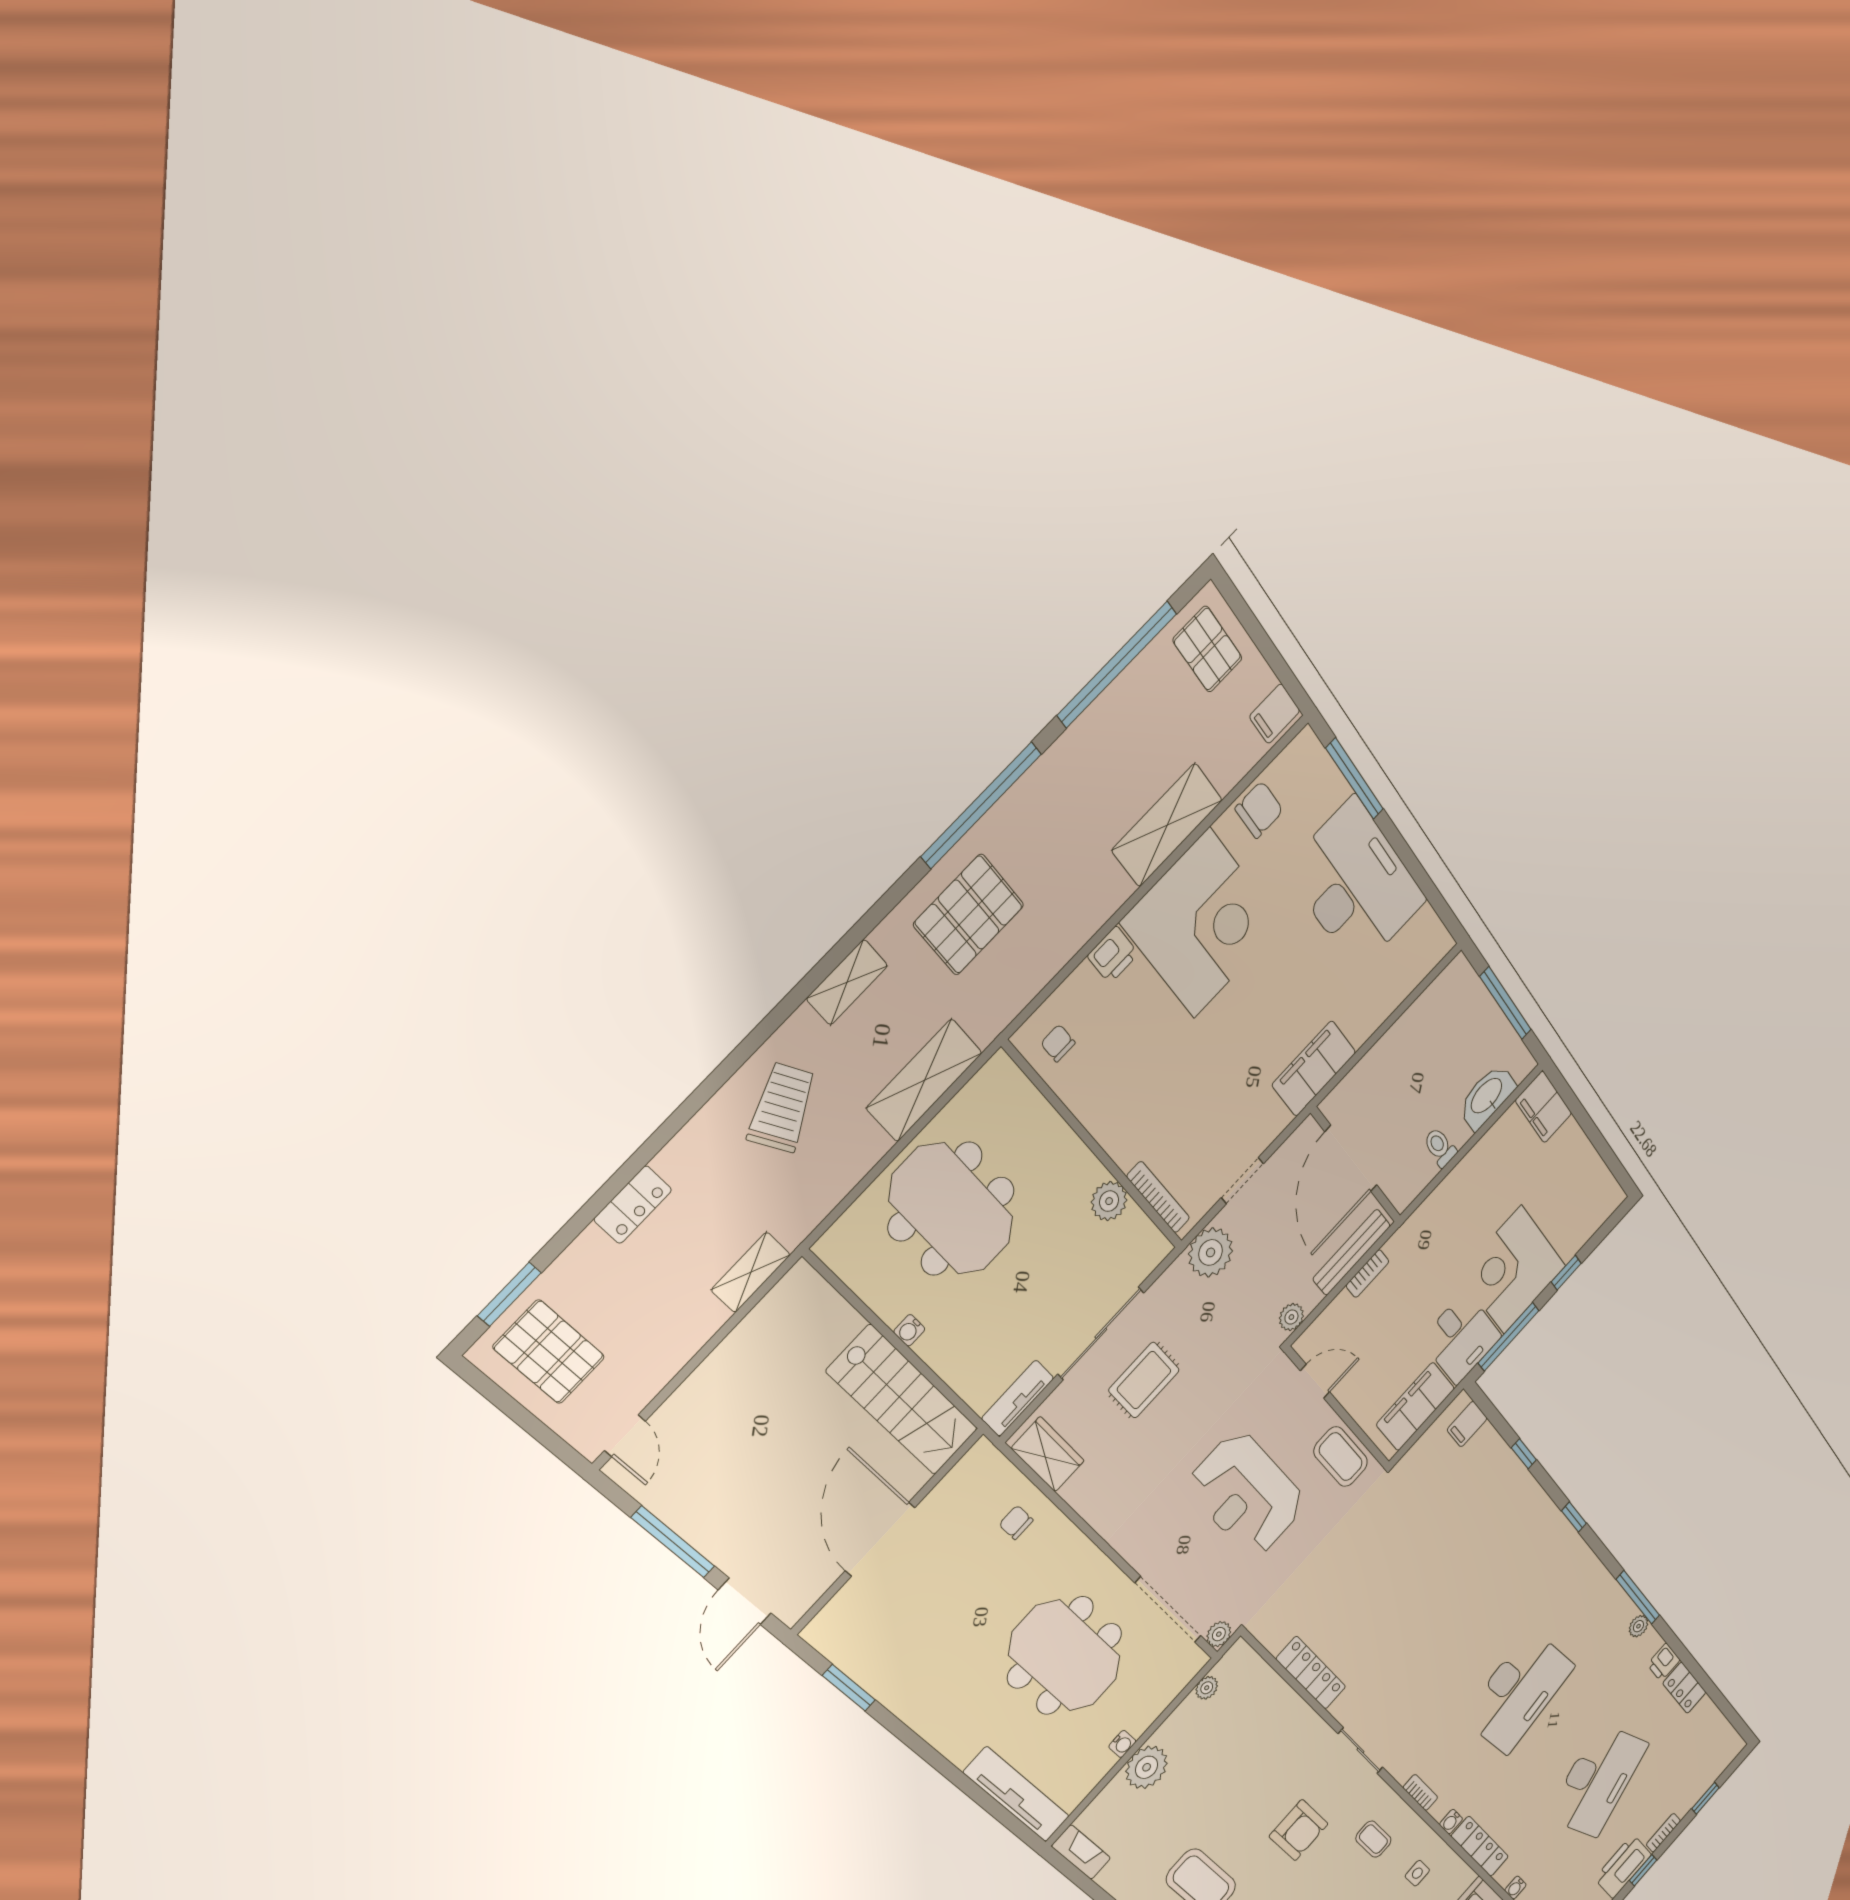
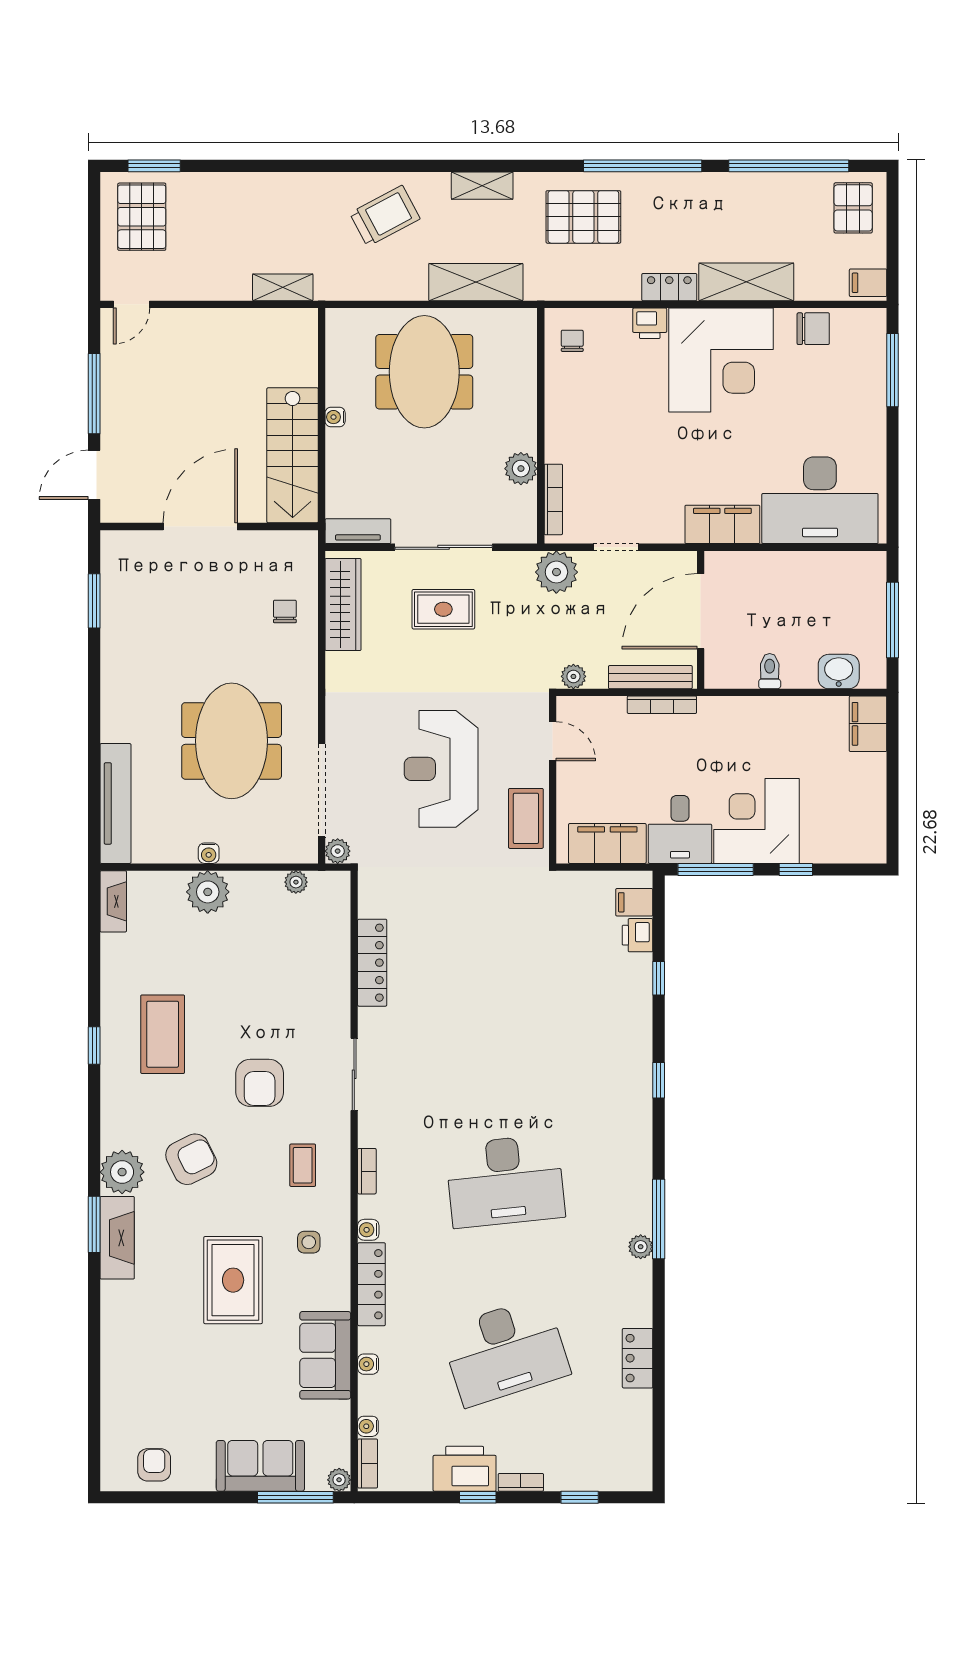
desk: (1356, 885) -> (820, 500), moved, turned 90
washbasin: (1487, 1097) -> (839, 672), width x0.72
locker: (633, 1205) -> (669, 287), moved, turned 180
bookcase: (1367, 1274) -> (662, 705), width x1.56
wardrobe: (1048, 1454) -> (343, 604), width x1.50
printer: (1664, 1662) -> (637, 935), moved

